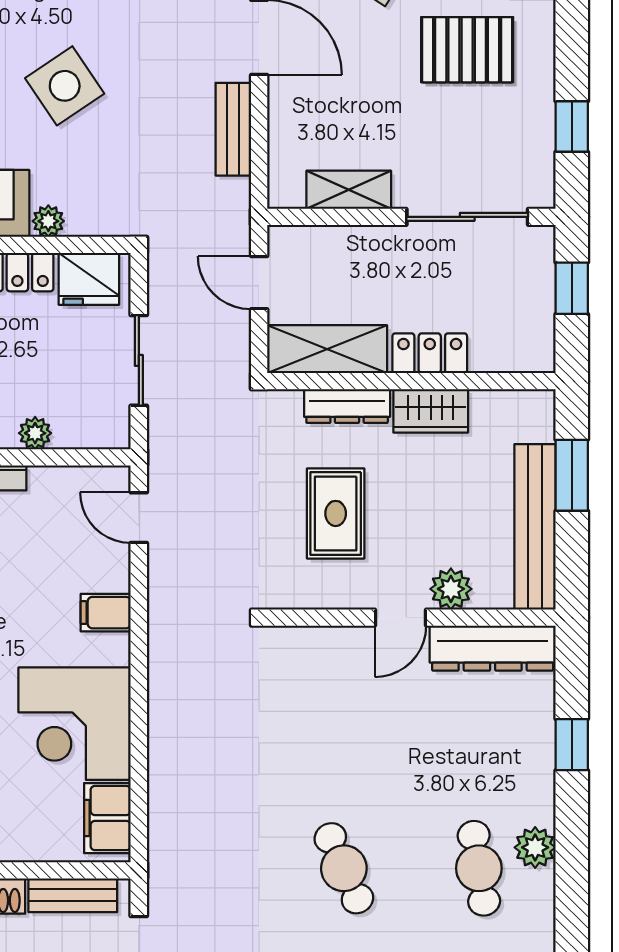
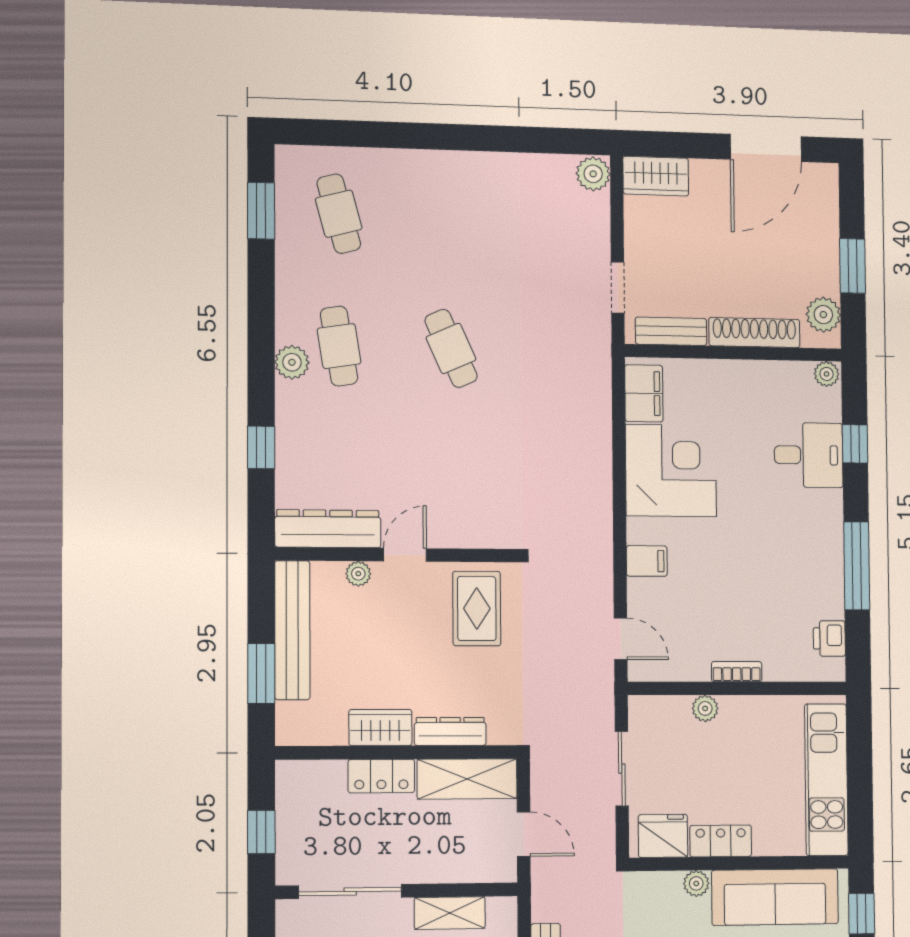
rug: (336, 513) -> (477, 609), moved
plant: (451, 589) -> (358, 574), width x0.73, depth x0.73

